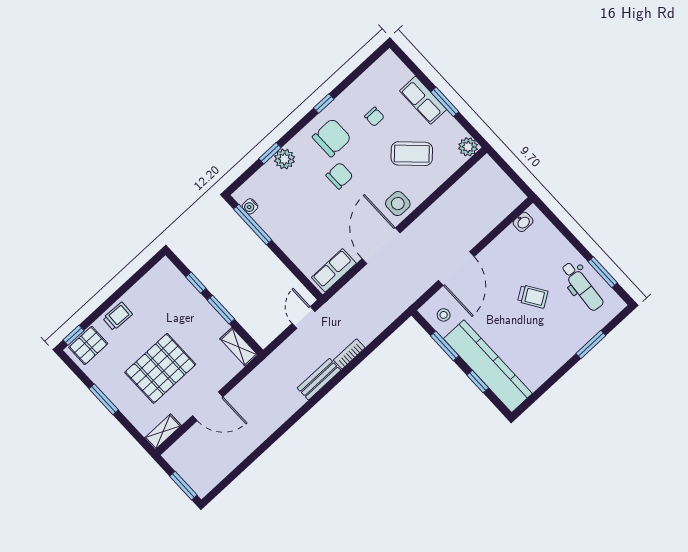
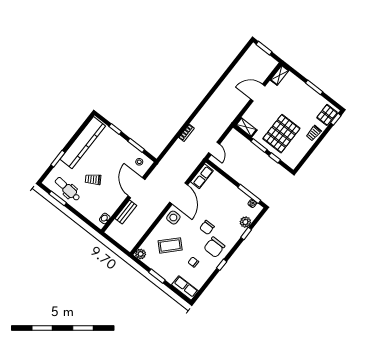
row of seats: (423, 100) -> (185, 288), moved
plant: (284, 159) -> (245, 222), moved
kitchen counter: (488, 366) -> (83, 143), moved, turned -90
pallet: (160, 368) -> (281, 134), moved
bench: (319, 379) -> (126, 212), moved

